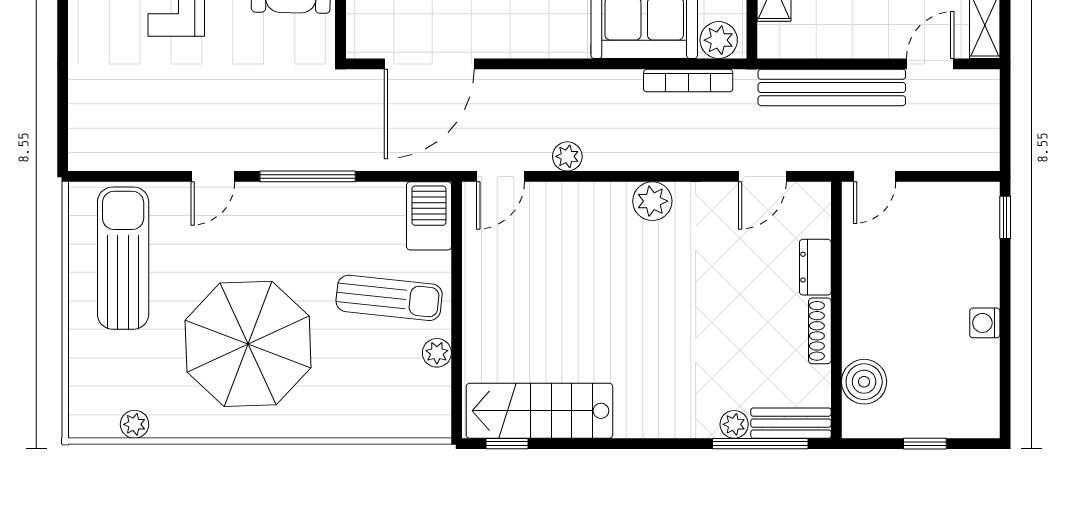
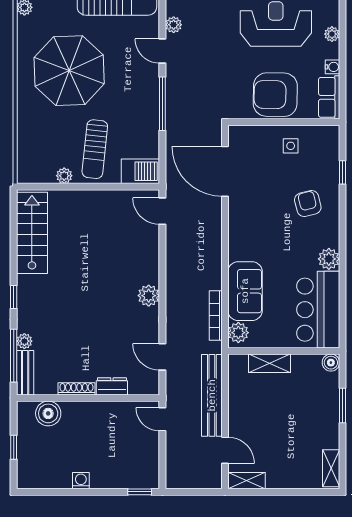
plant: (567, 156) -> (174, 25), moved
window: (507, 444) -> (14, 297), moved

